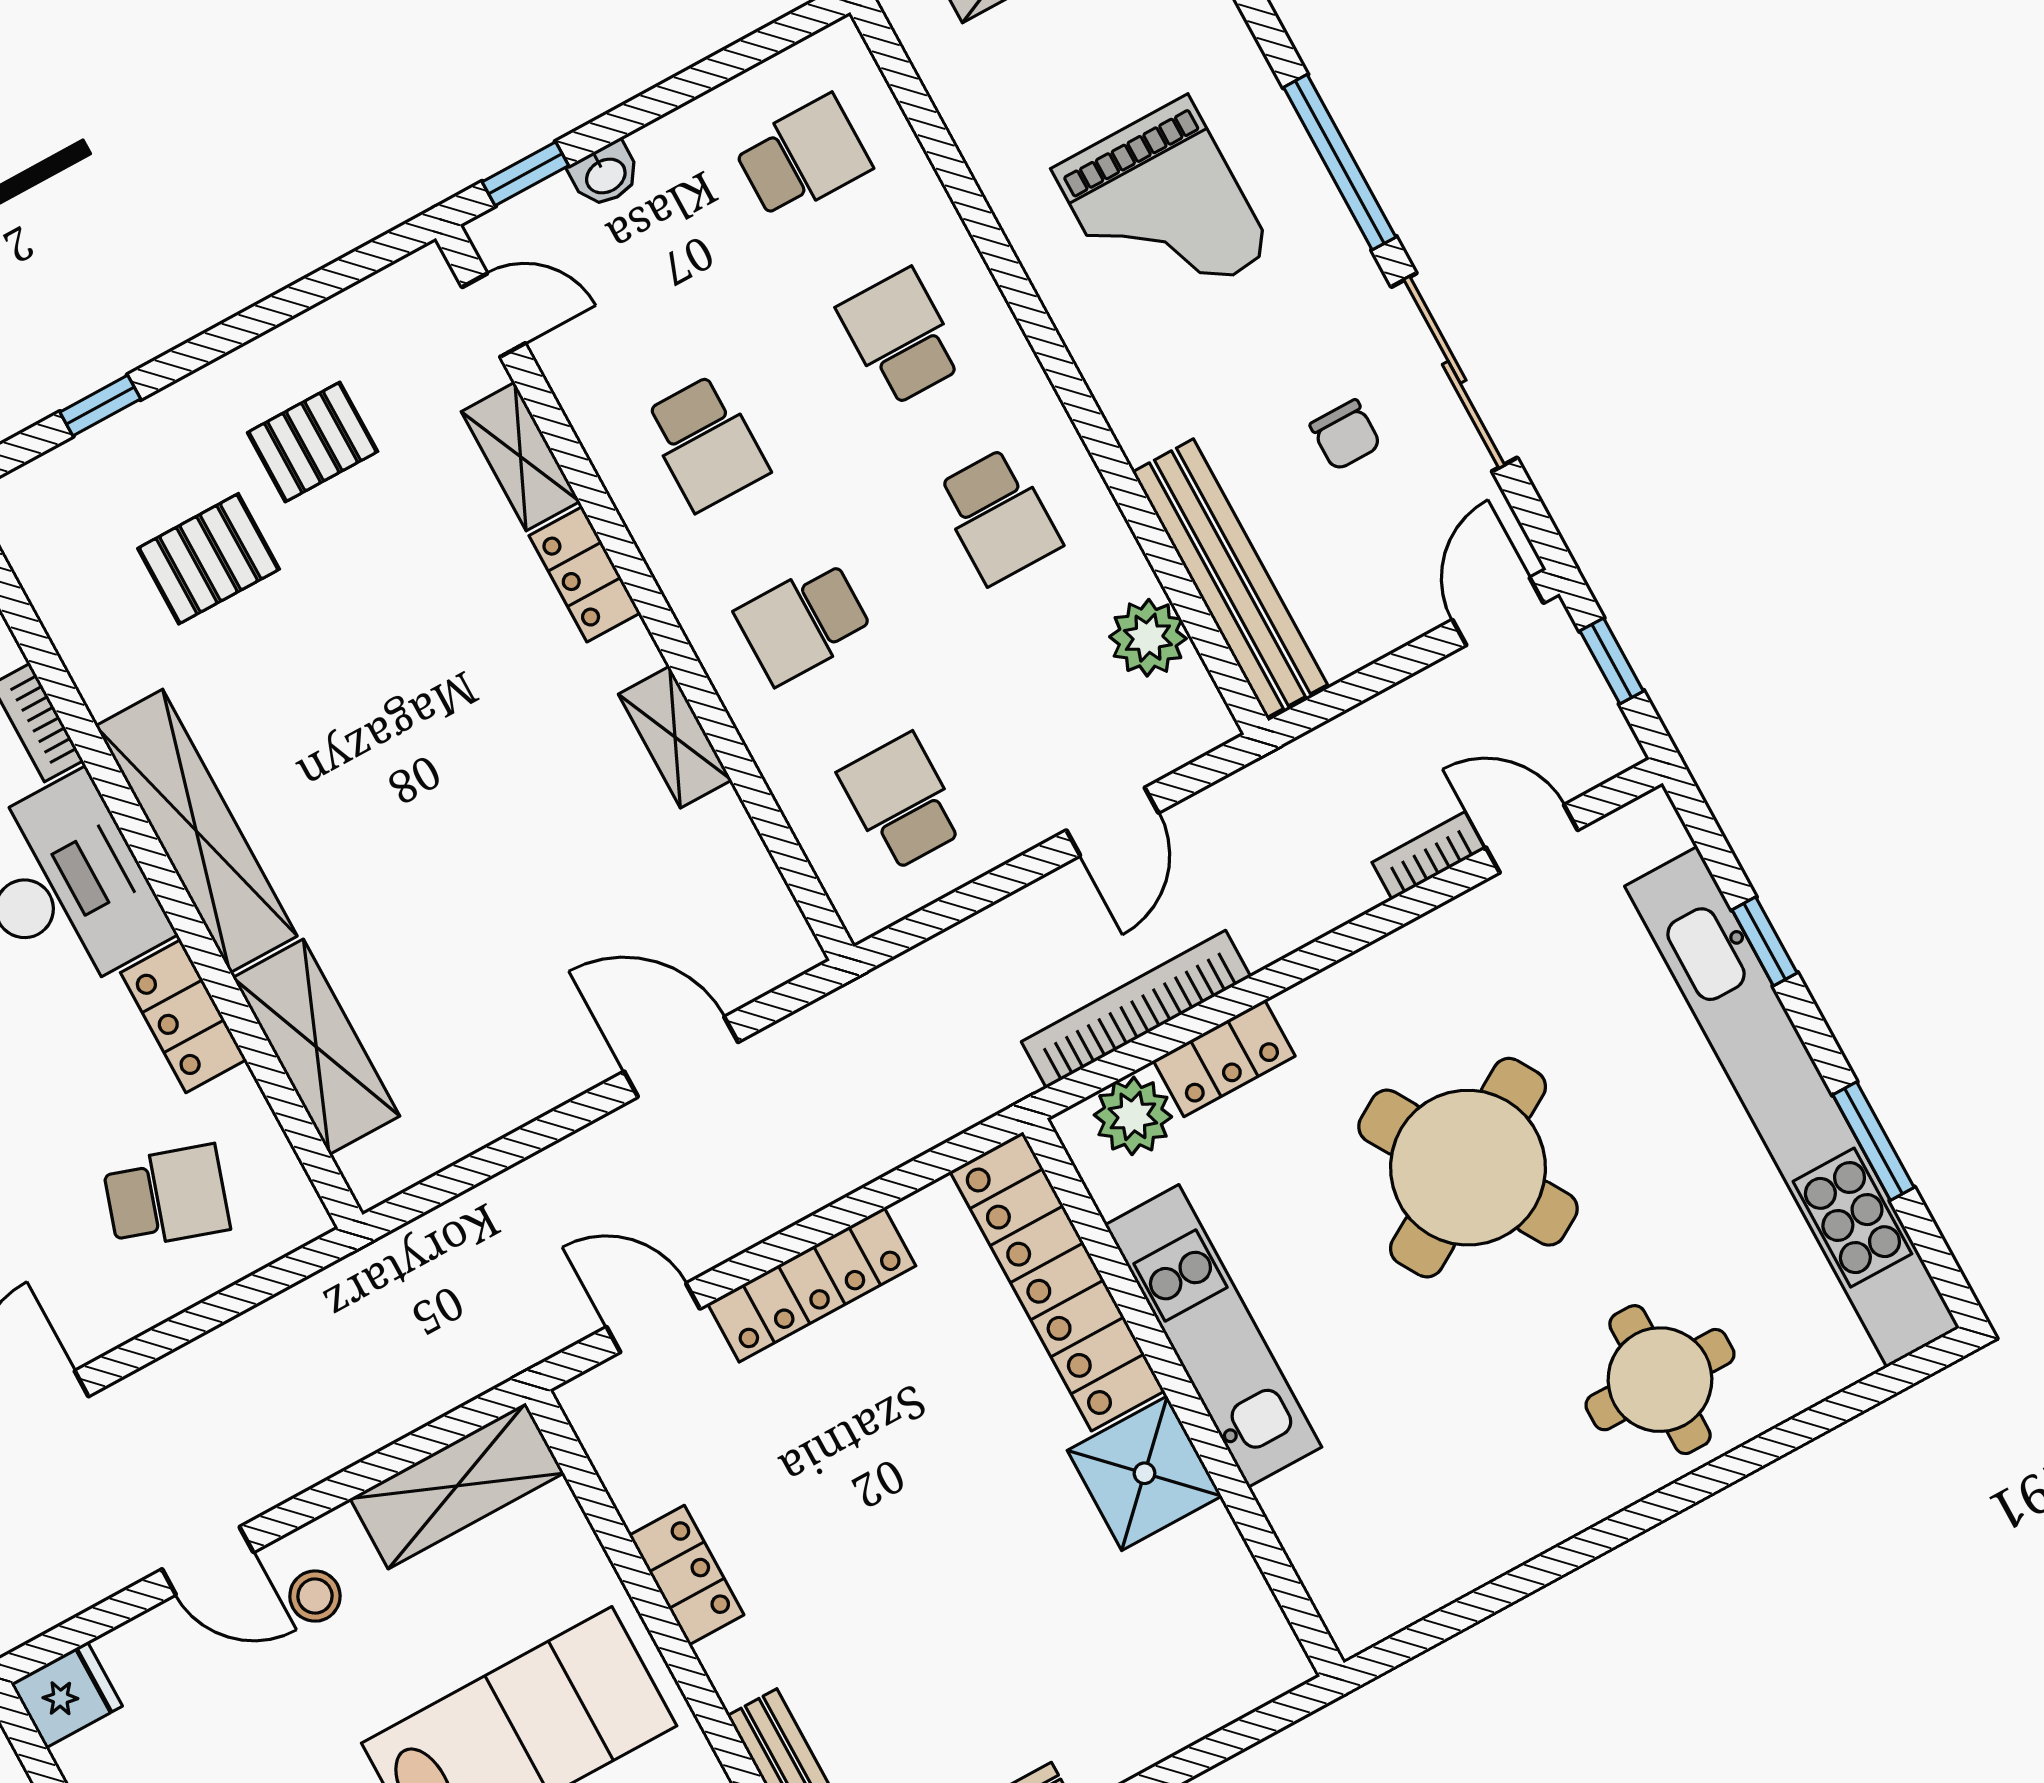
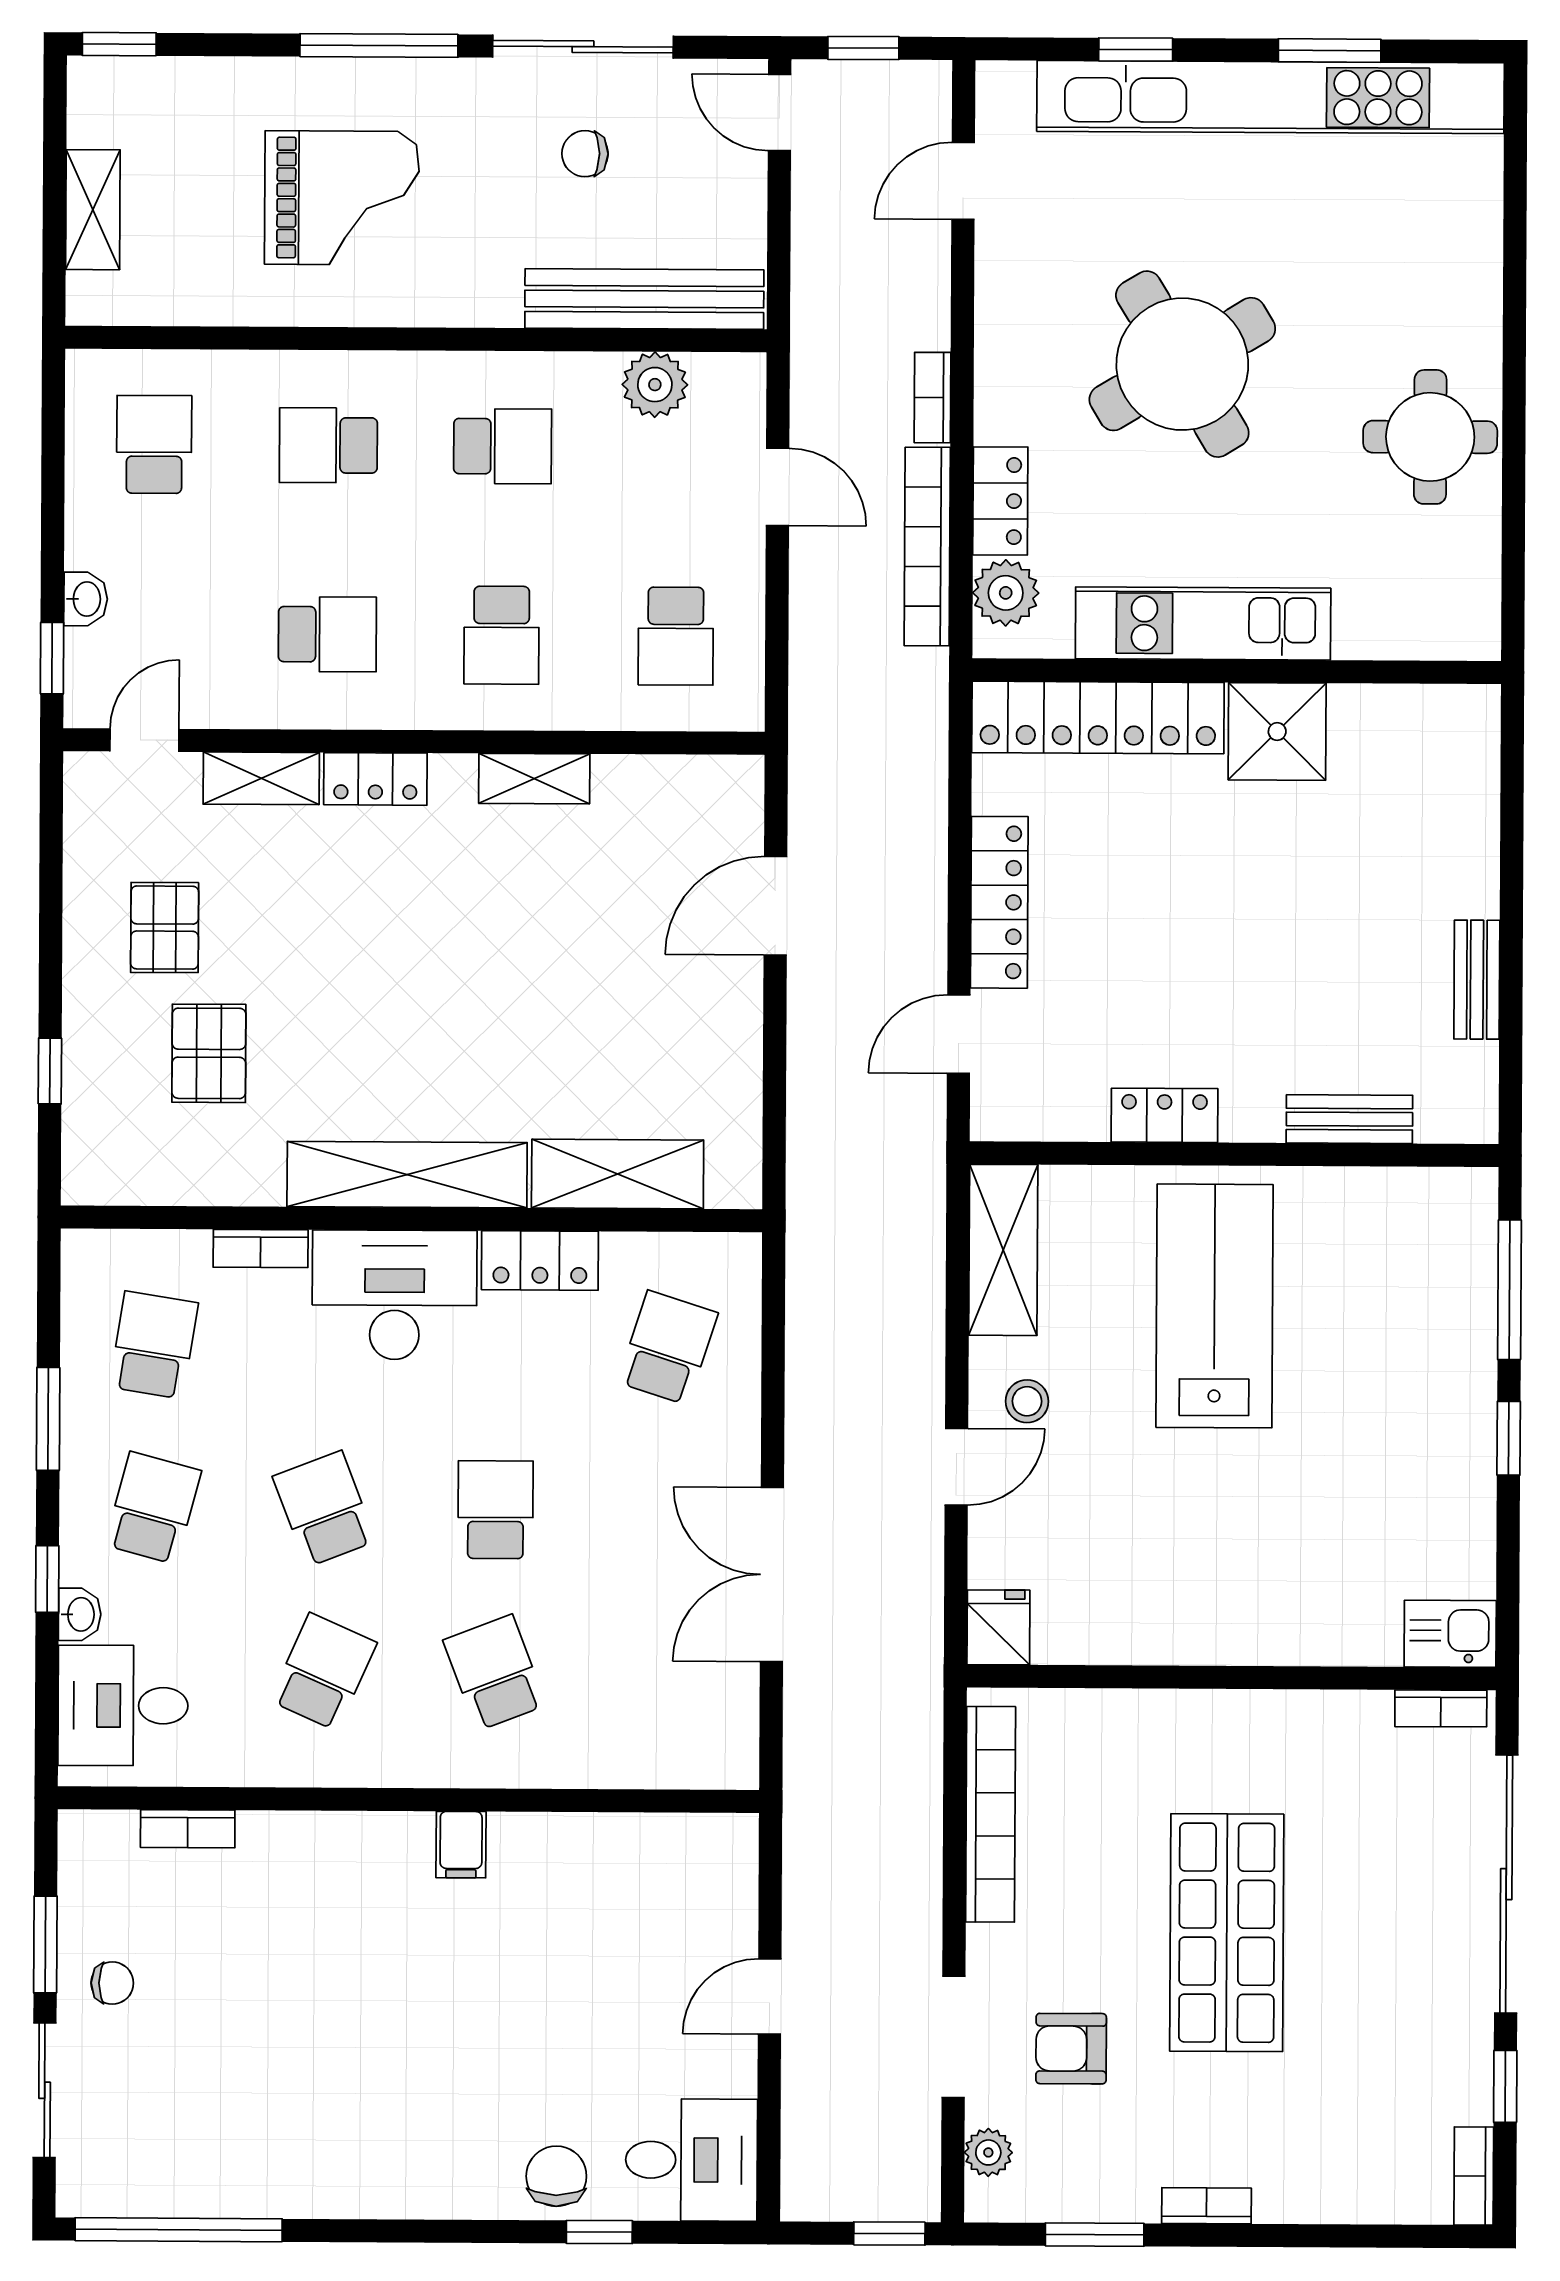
chair: (1345, 435) -> (585, 154), turned 180
school desk: (902, 802) -> (676, 636), turned -90
bookcase: (1428, 856) -> (932, 398), moved
round table: (1660, 1380) -> (1430, 437), moved

